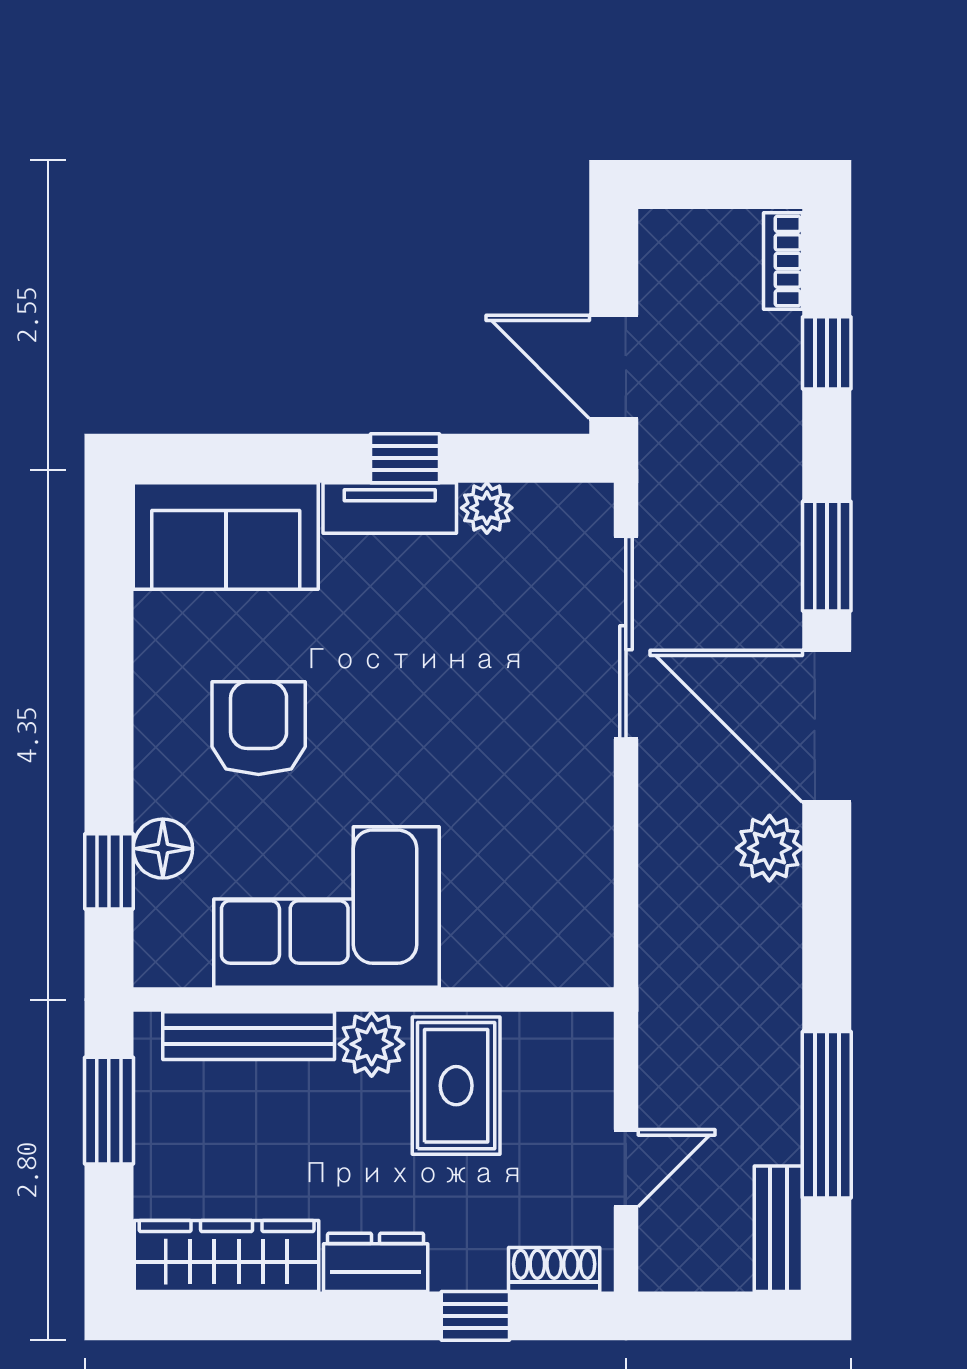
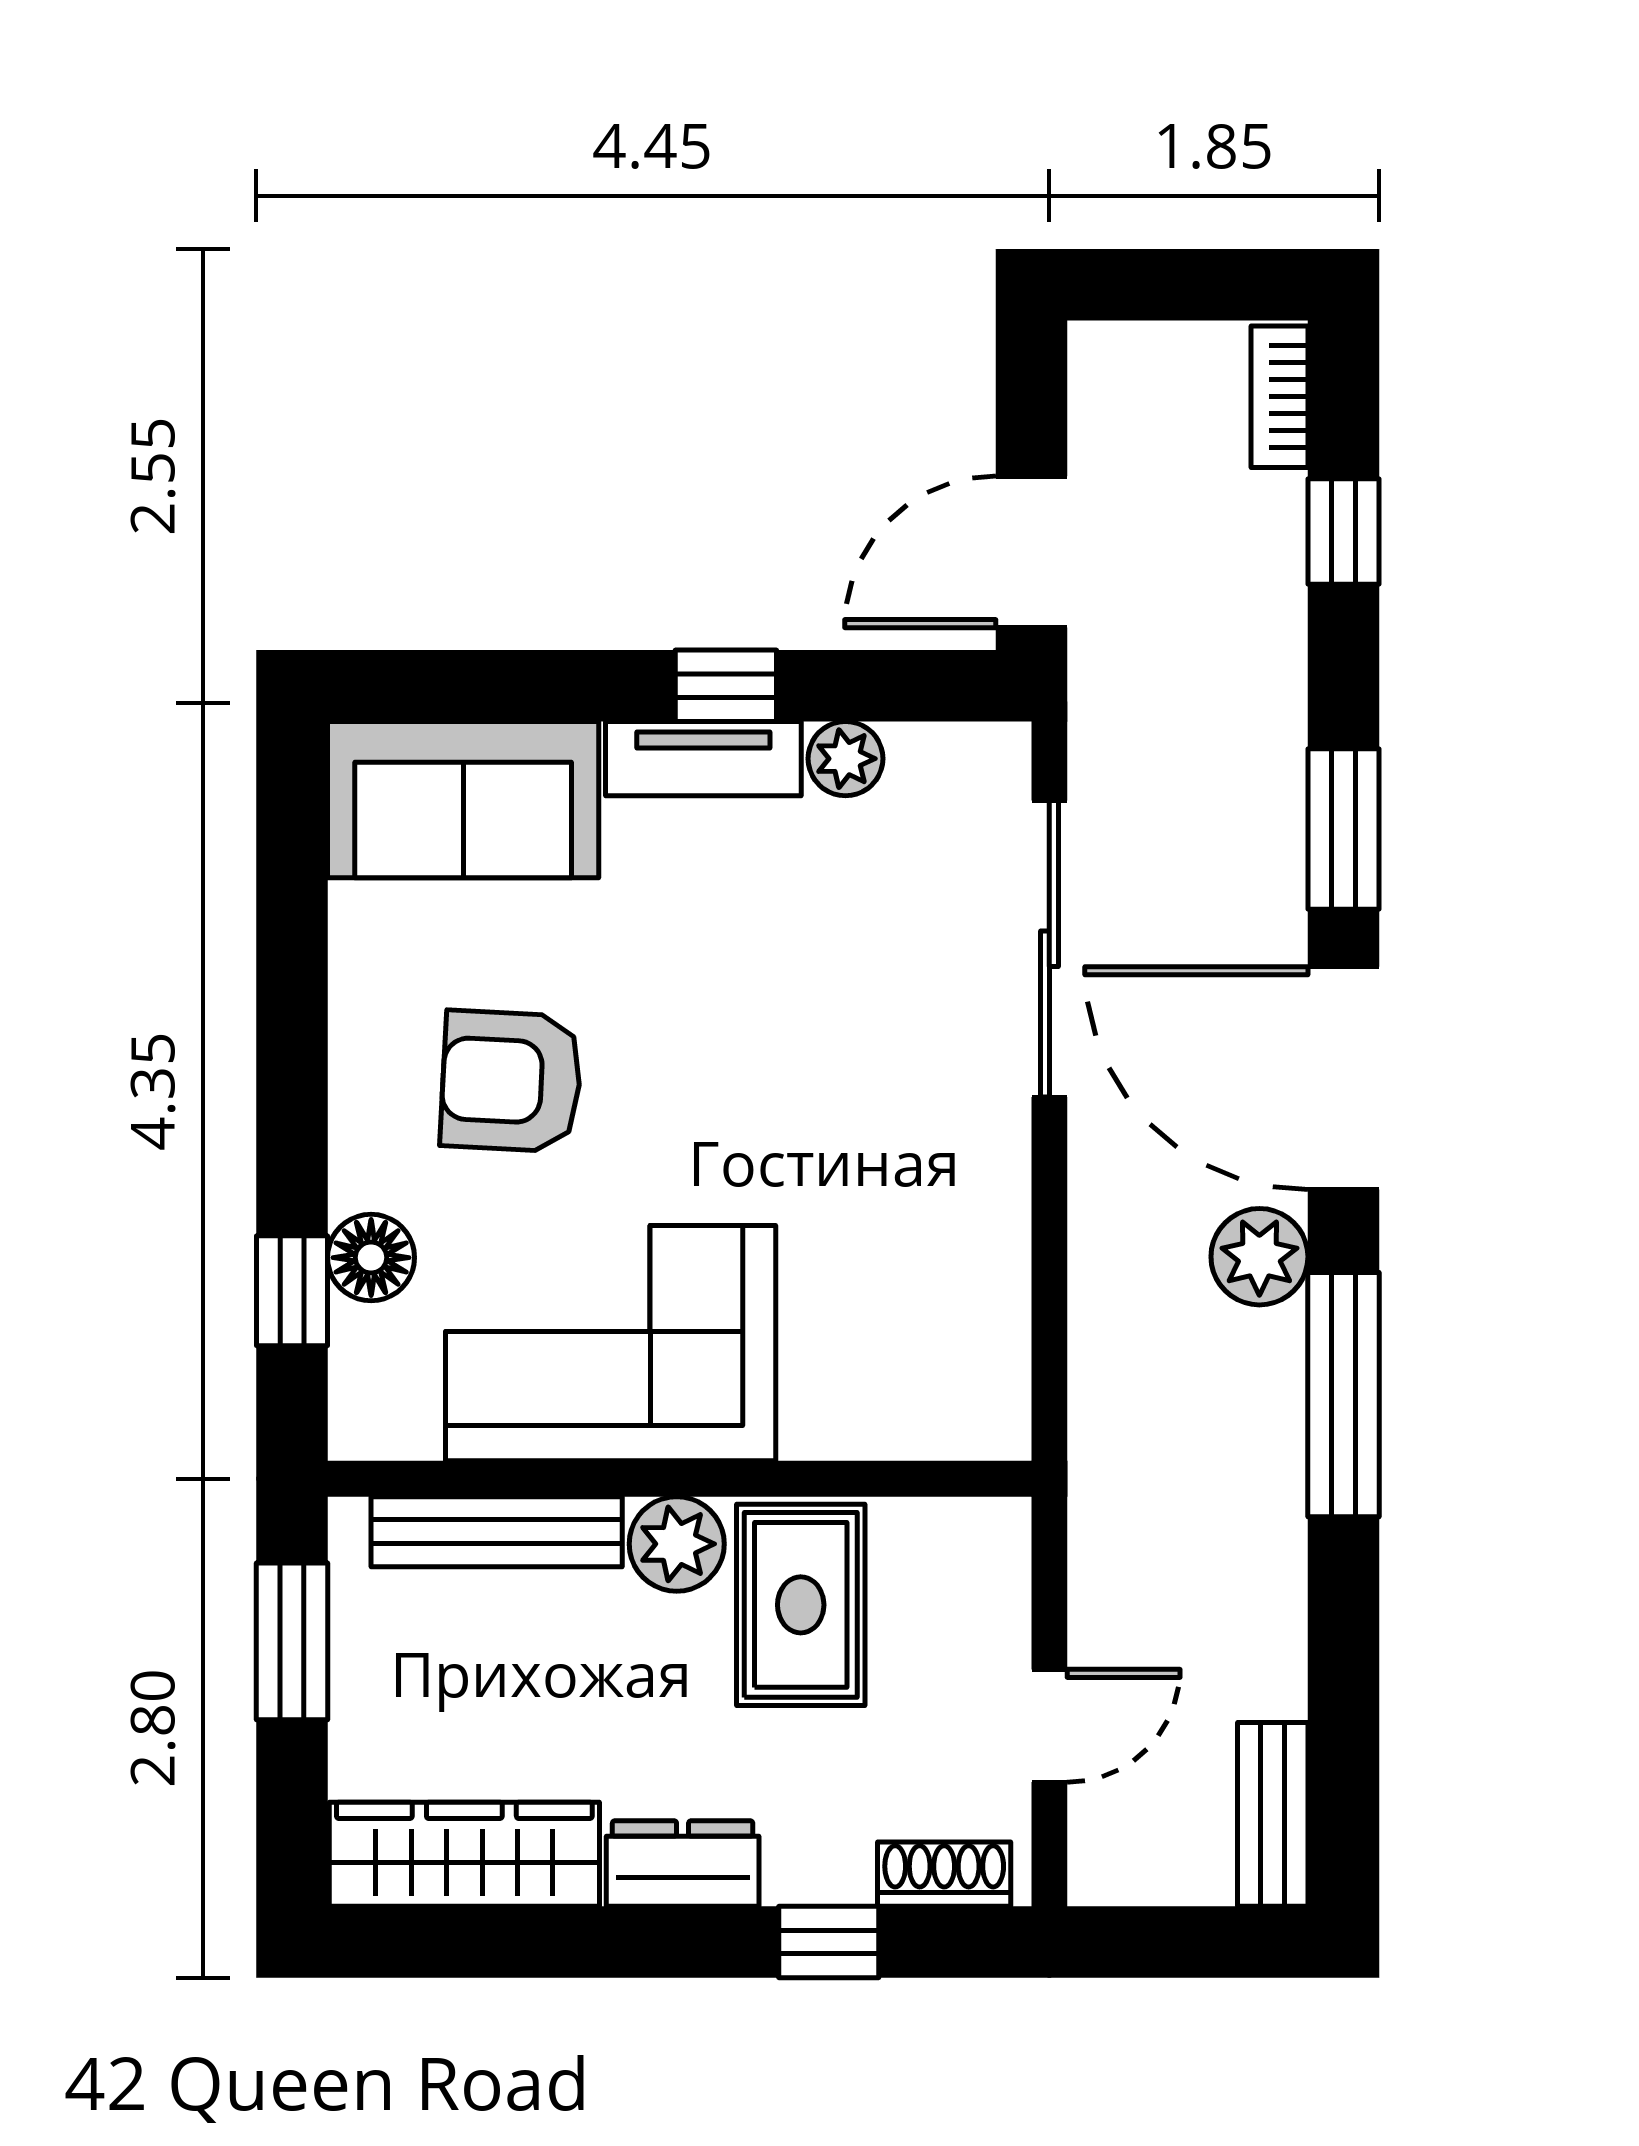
door: (614, 367) -> (1032, 552), hinge flipped
armchair: (259, 728) -> (511, 1081), turned -87
window: (827, 1115) -> (1343, 1395), moved

